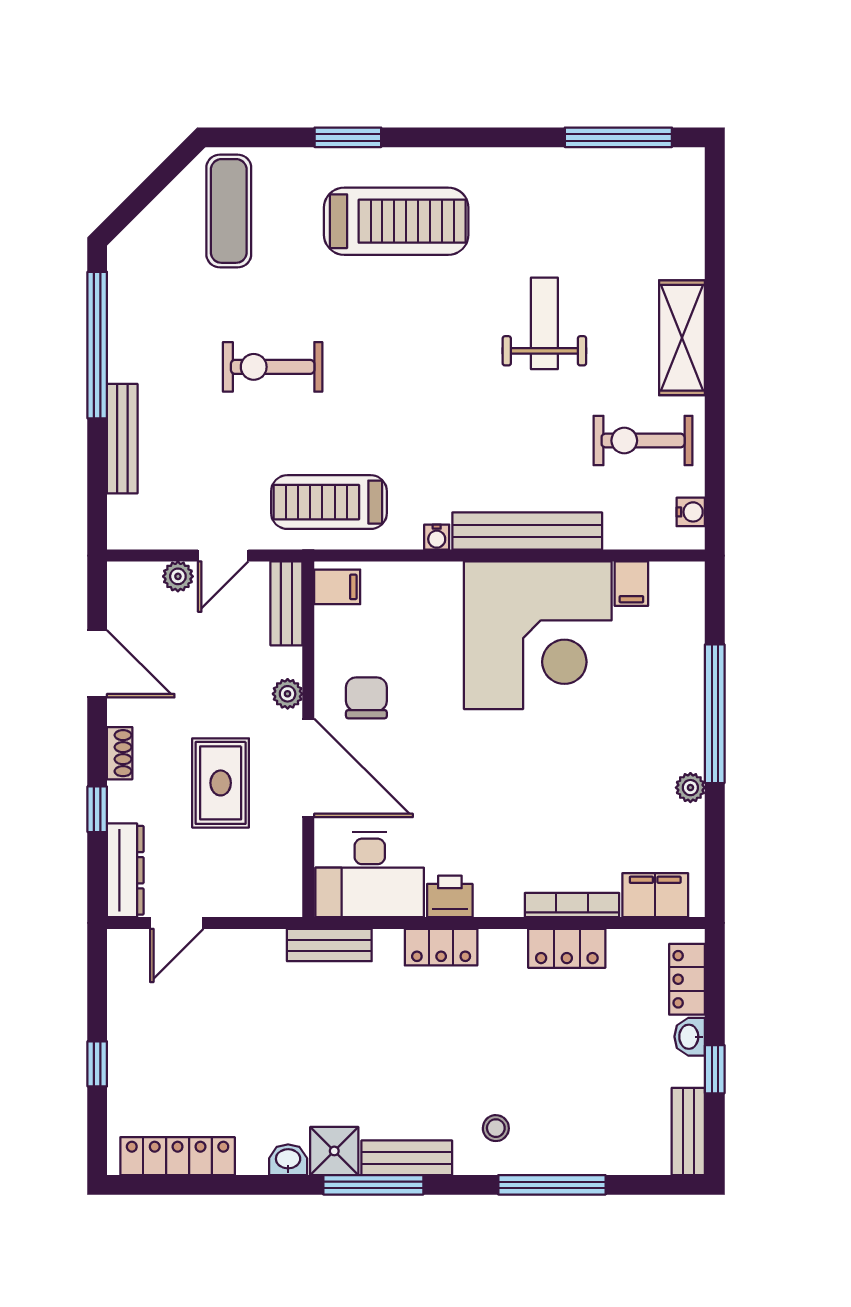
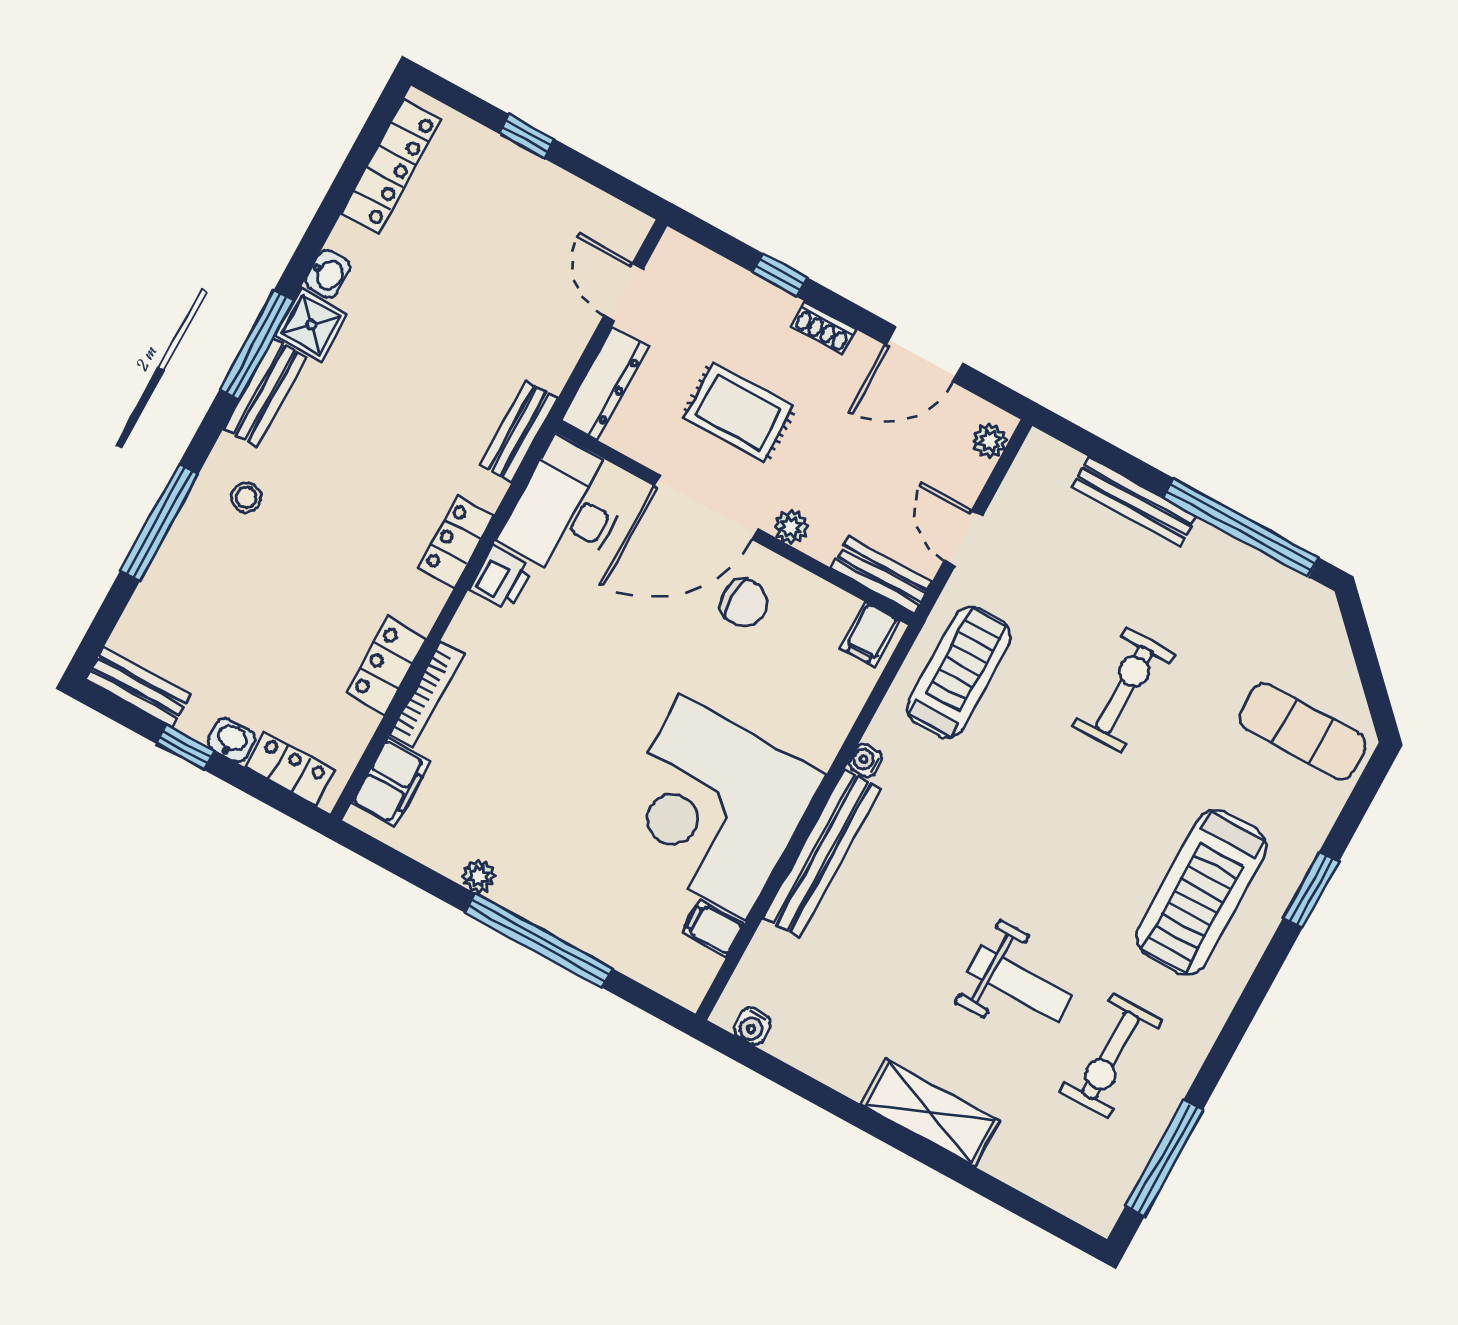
exercise bike: (643, 441) -> (1111, 1056), moved, turned 180
plant: (178, 576) -> (990, 441), moved
dresser: (125, 870) -> (605, 384), moved, turned -90

